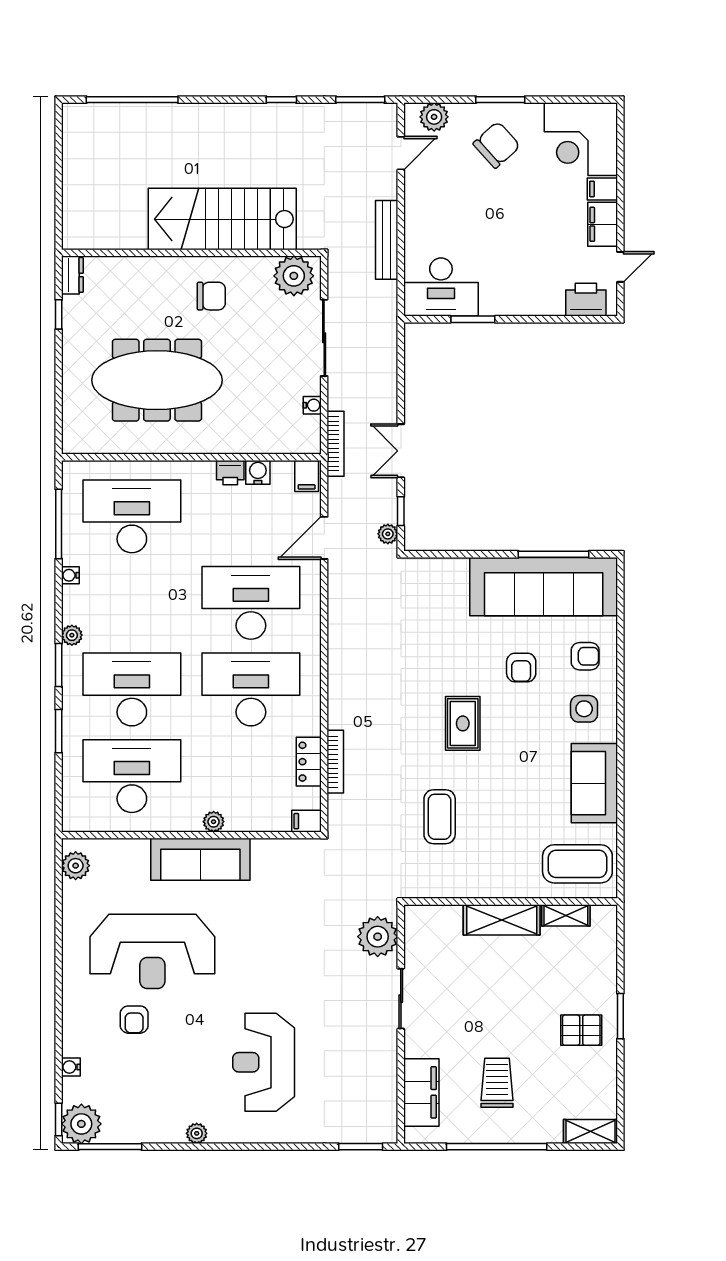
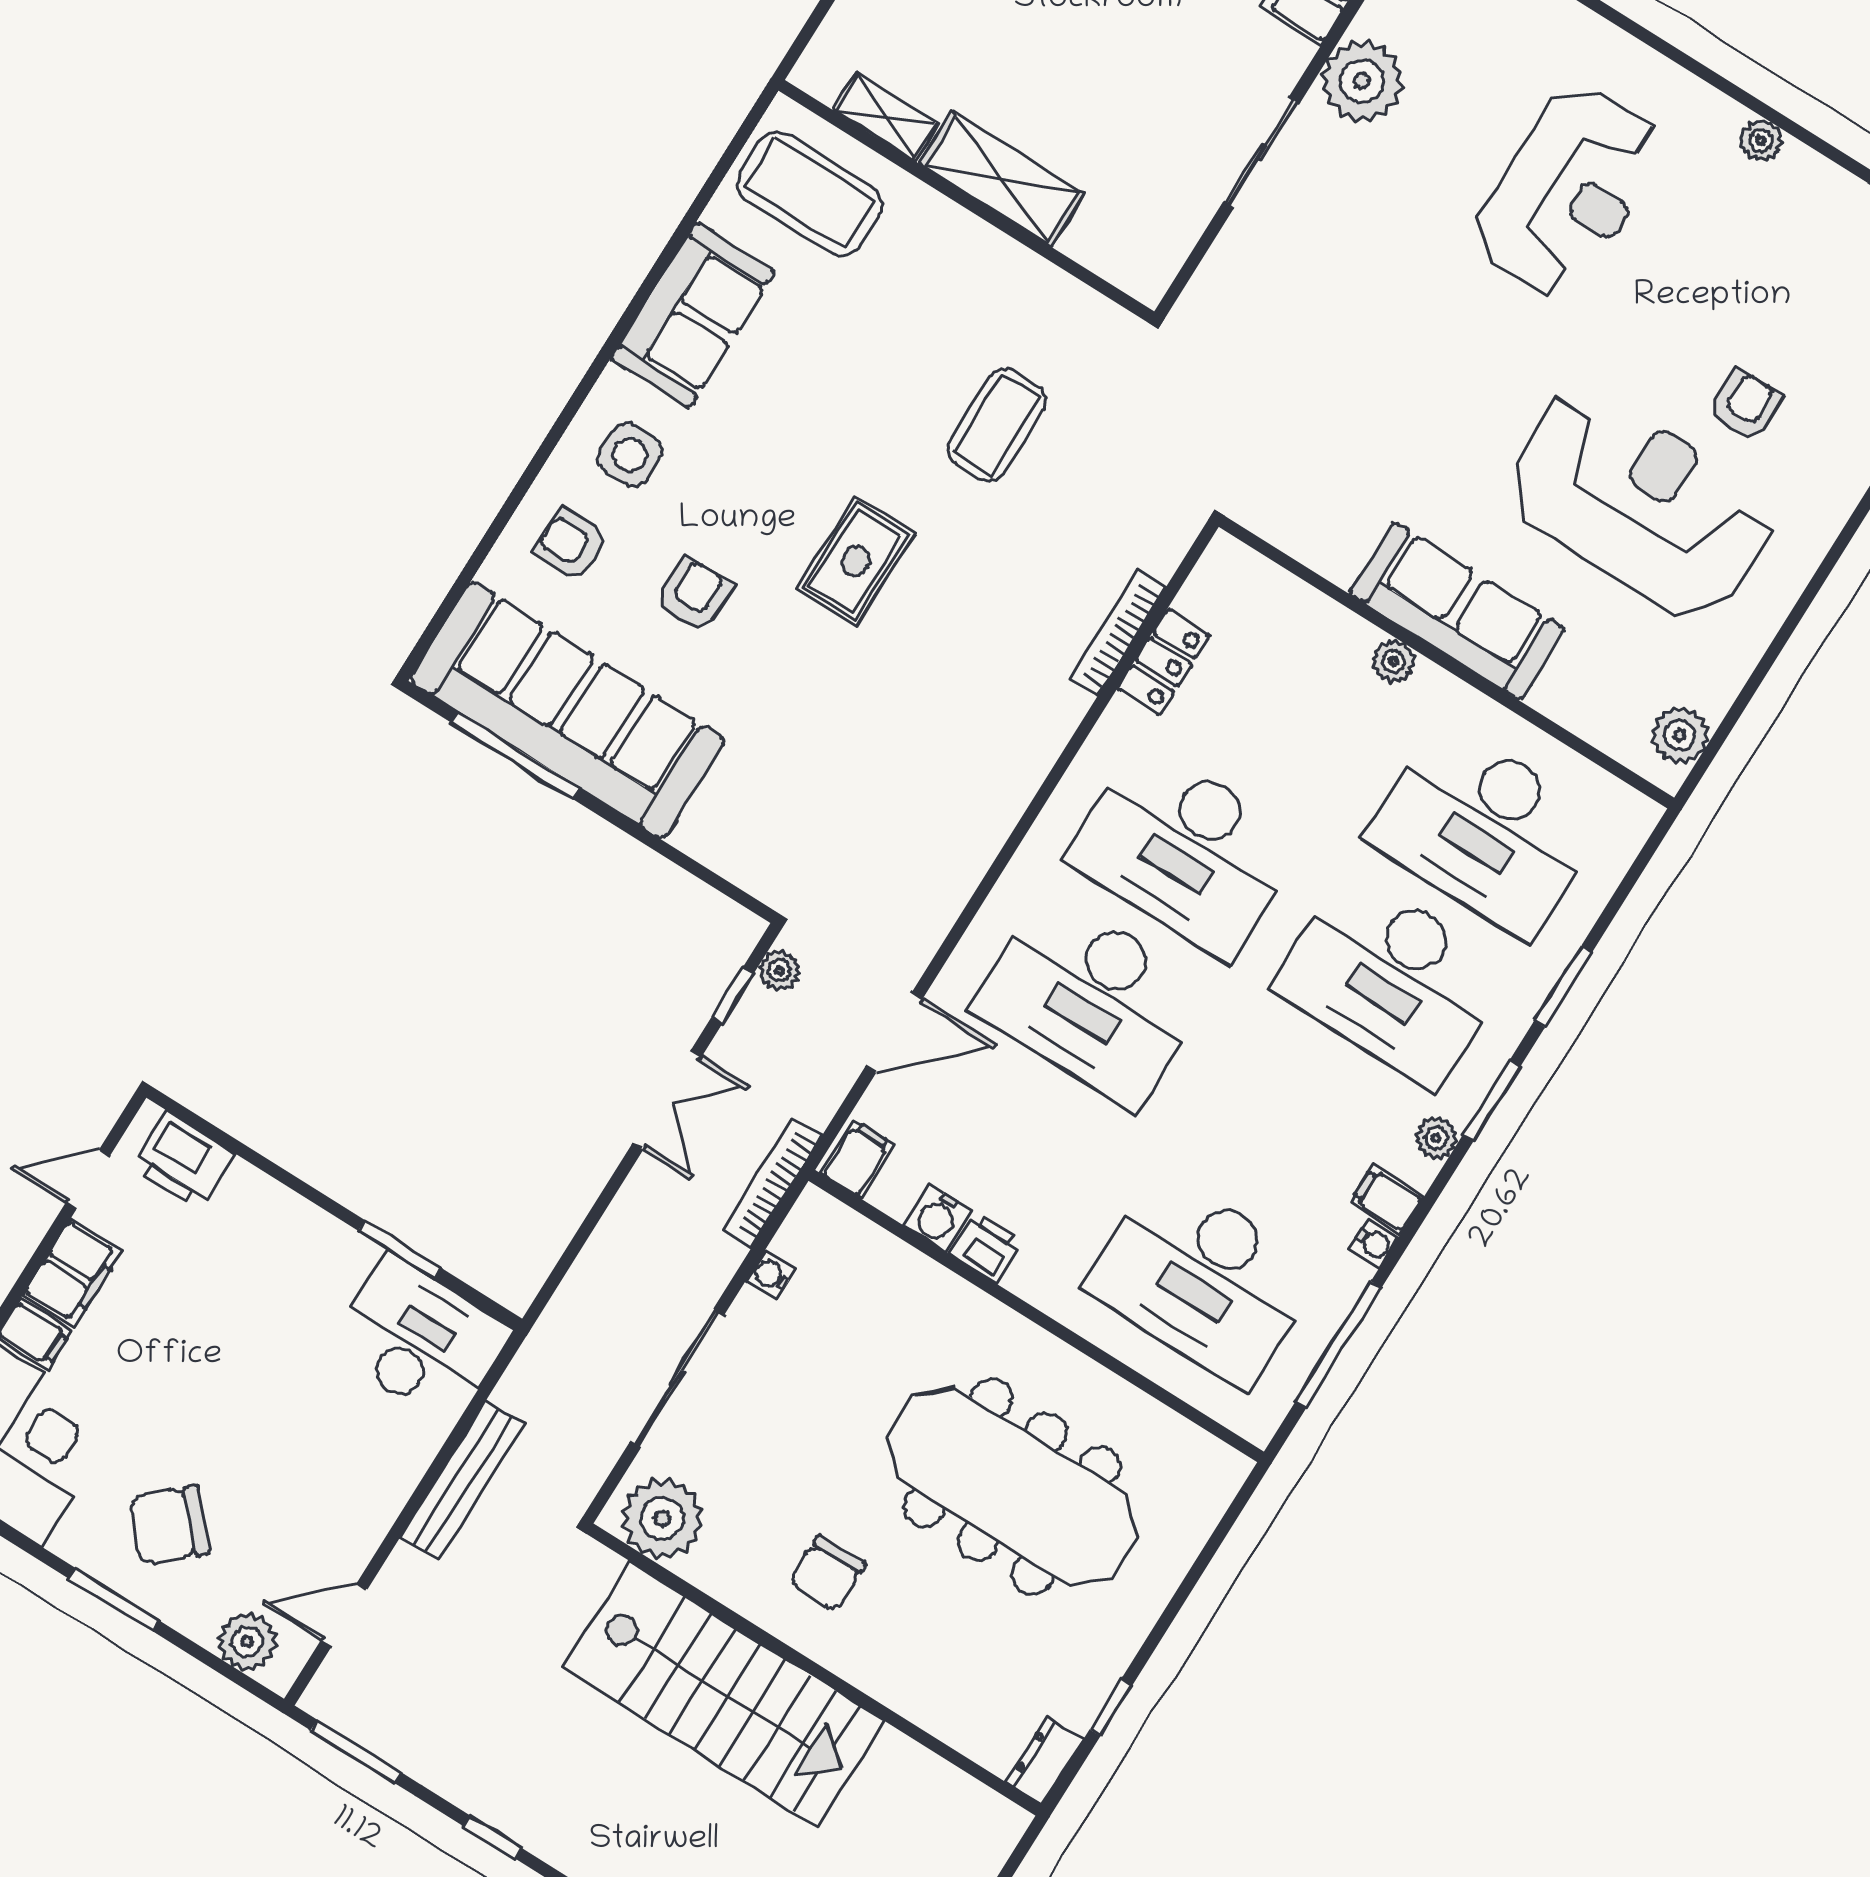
chair: (211, 296) -> (827, 1573), turned -90
filing cabinet: (306, 821) -> (1387, 1199), moved, turned 180
plant: (378, 937) -> (1362, 81), moved

